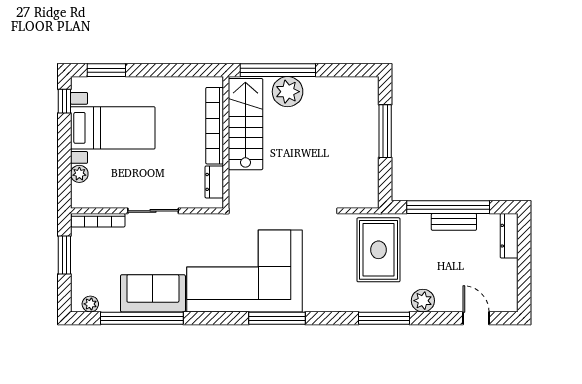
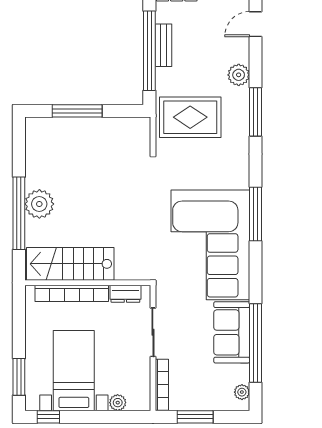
stairs: (245, 124) -> (70, 264), moved
bookcase: (215, 126) -> (72, 293), moved
wall: (226, 142) -> (88, 283), moved
dresser: (214, 182) -> (125, 294), moved

